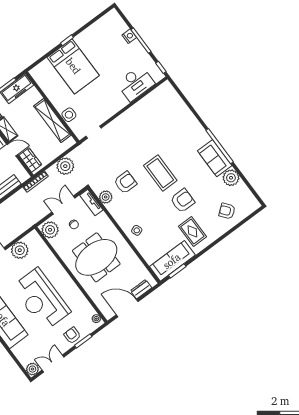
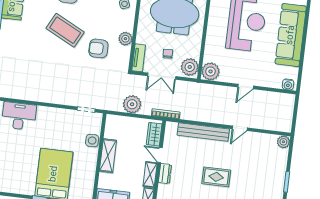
shelving: (52, 121) -> (108, 156), width x0.68
coffee table: (160, 173) -> (65, 30), turned -63
plant: (106, 197) -> (125, 39), moved
plant: (20, 250) -> (211, 71), moved

